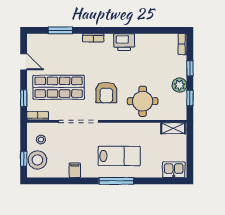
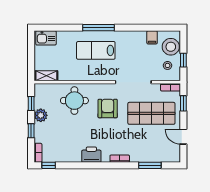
window: (171, 30) -> (49, 165), added
window: (24, 159) -> (183, 60), moved
filing cabinet: (75, 170) -> (152, 37), moved

